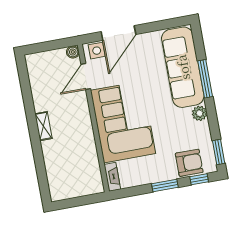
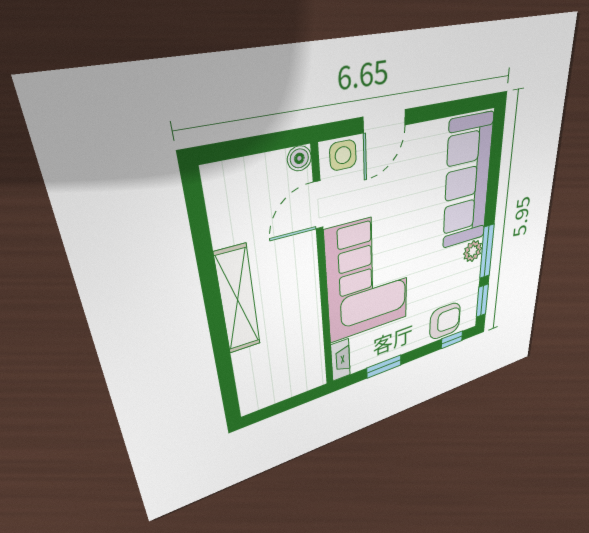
door: (118, 33) -> (384, 121), width x0.73
window: (205, 79) -> (487, 252), moved
shelving: (43, 126) -> (238, 300), width x2.20, depth x1.33
window: (165, 186) -> (384, 366), moved

